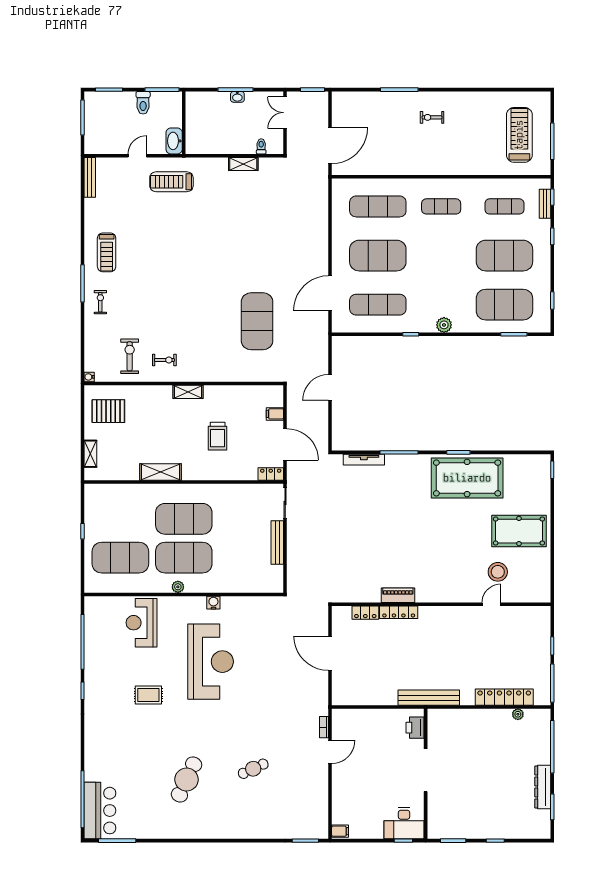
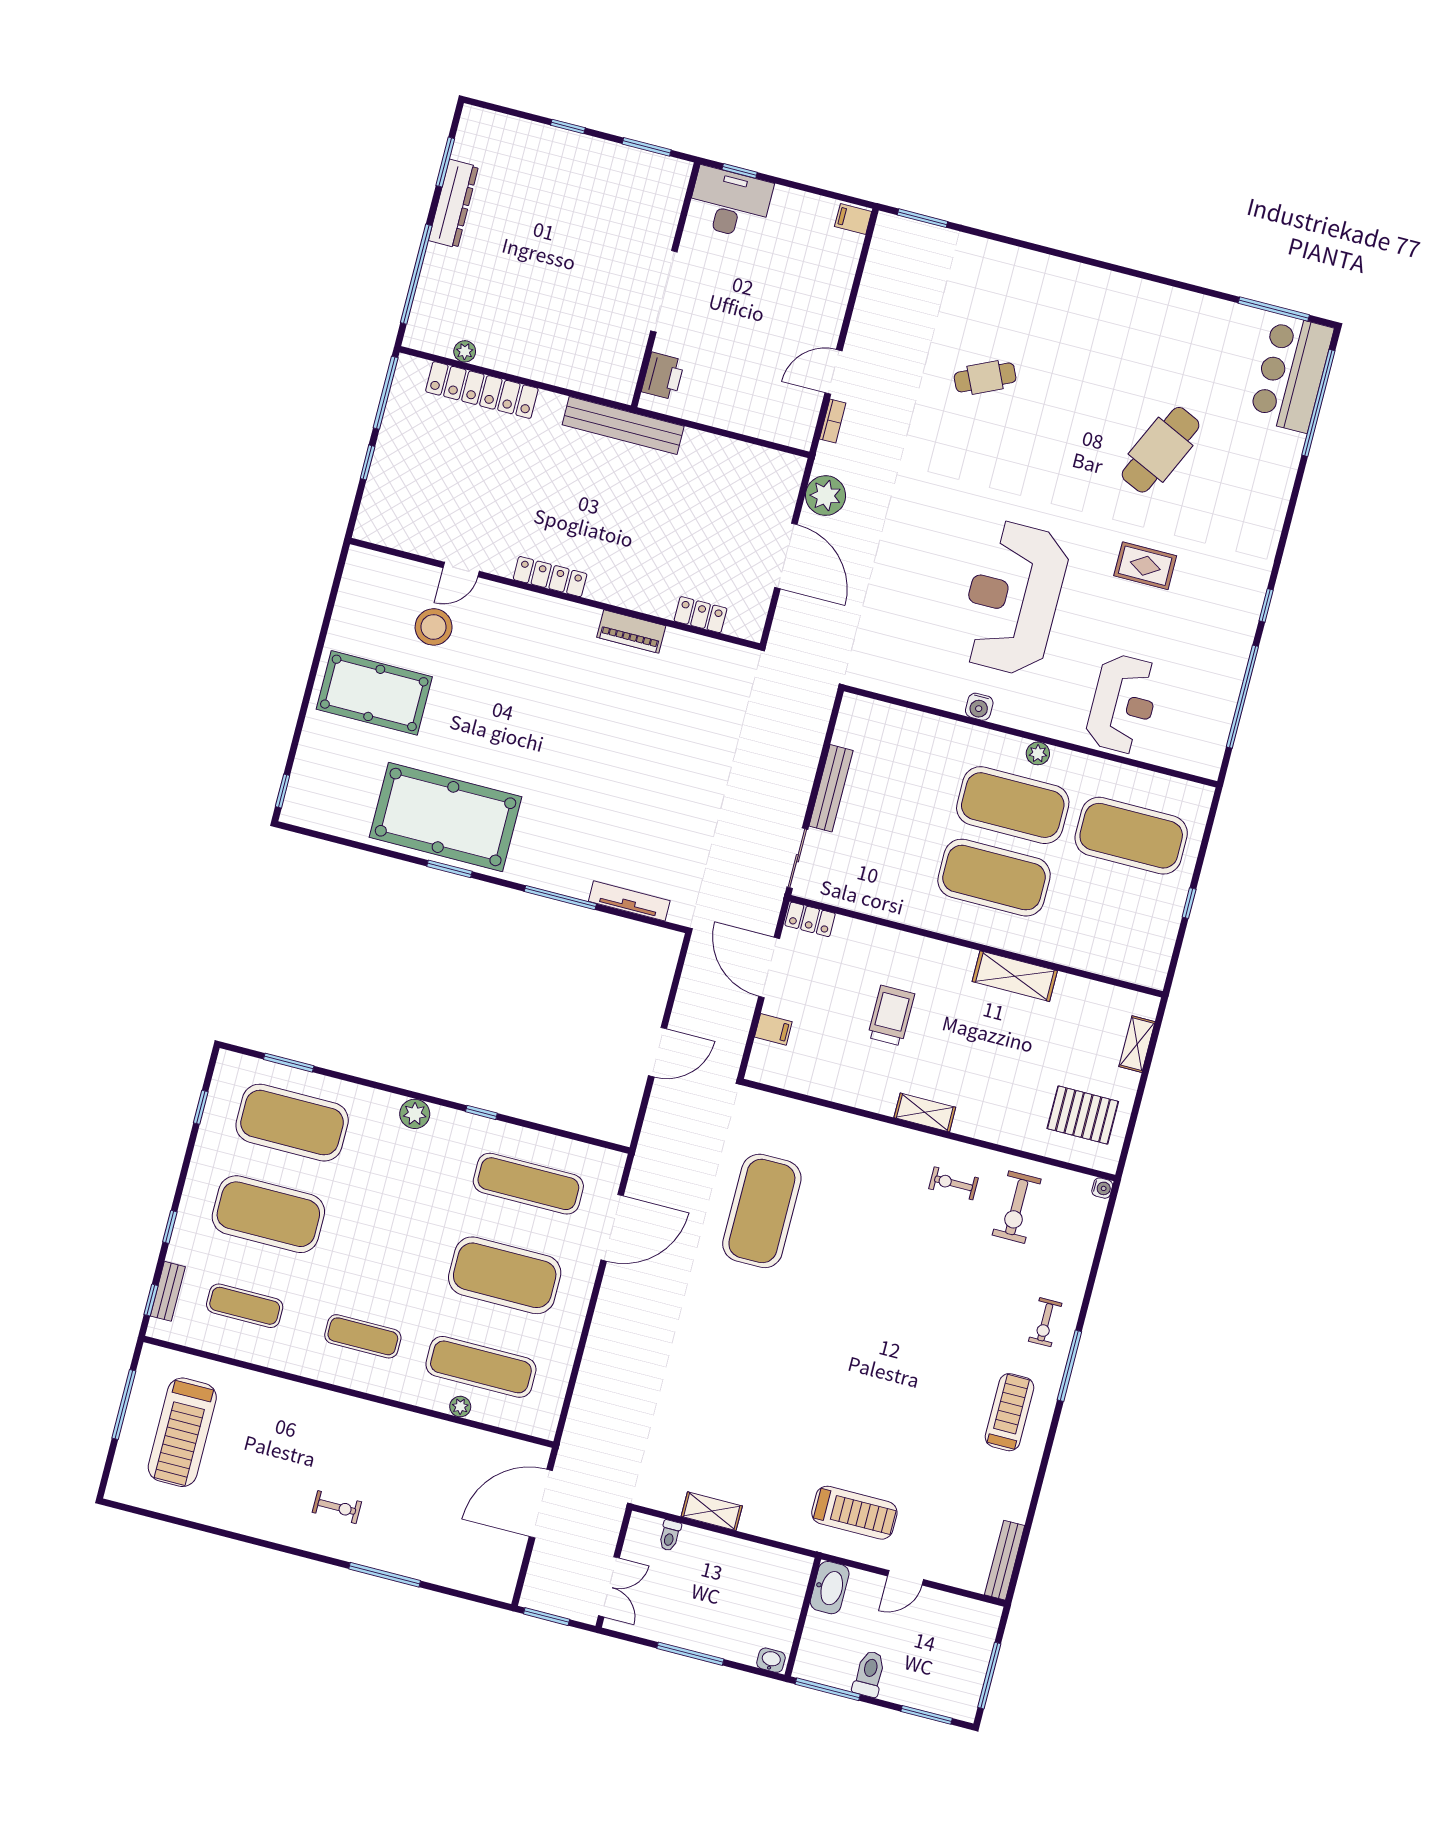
washbasin: (237, 97) -> (771, 1660), moved
plant: (383, 184) -> (460, 1407), added
locker: (399, 612) -> (550, 577), moved
plant: (318, 689) -> (826, 496), added
cafe table: (187, 780) -> (1161, 450), moved

